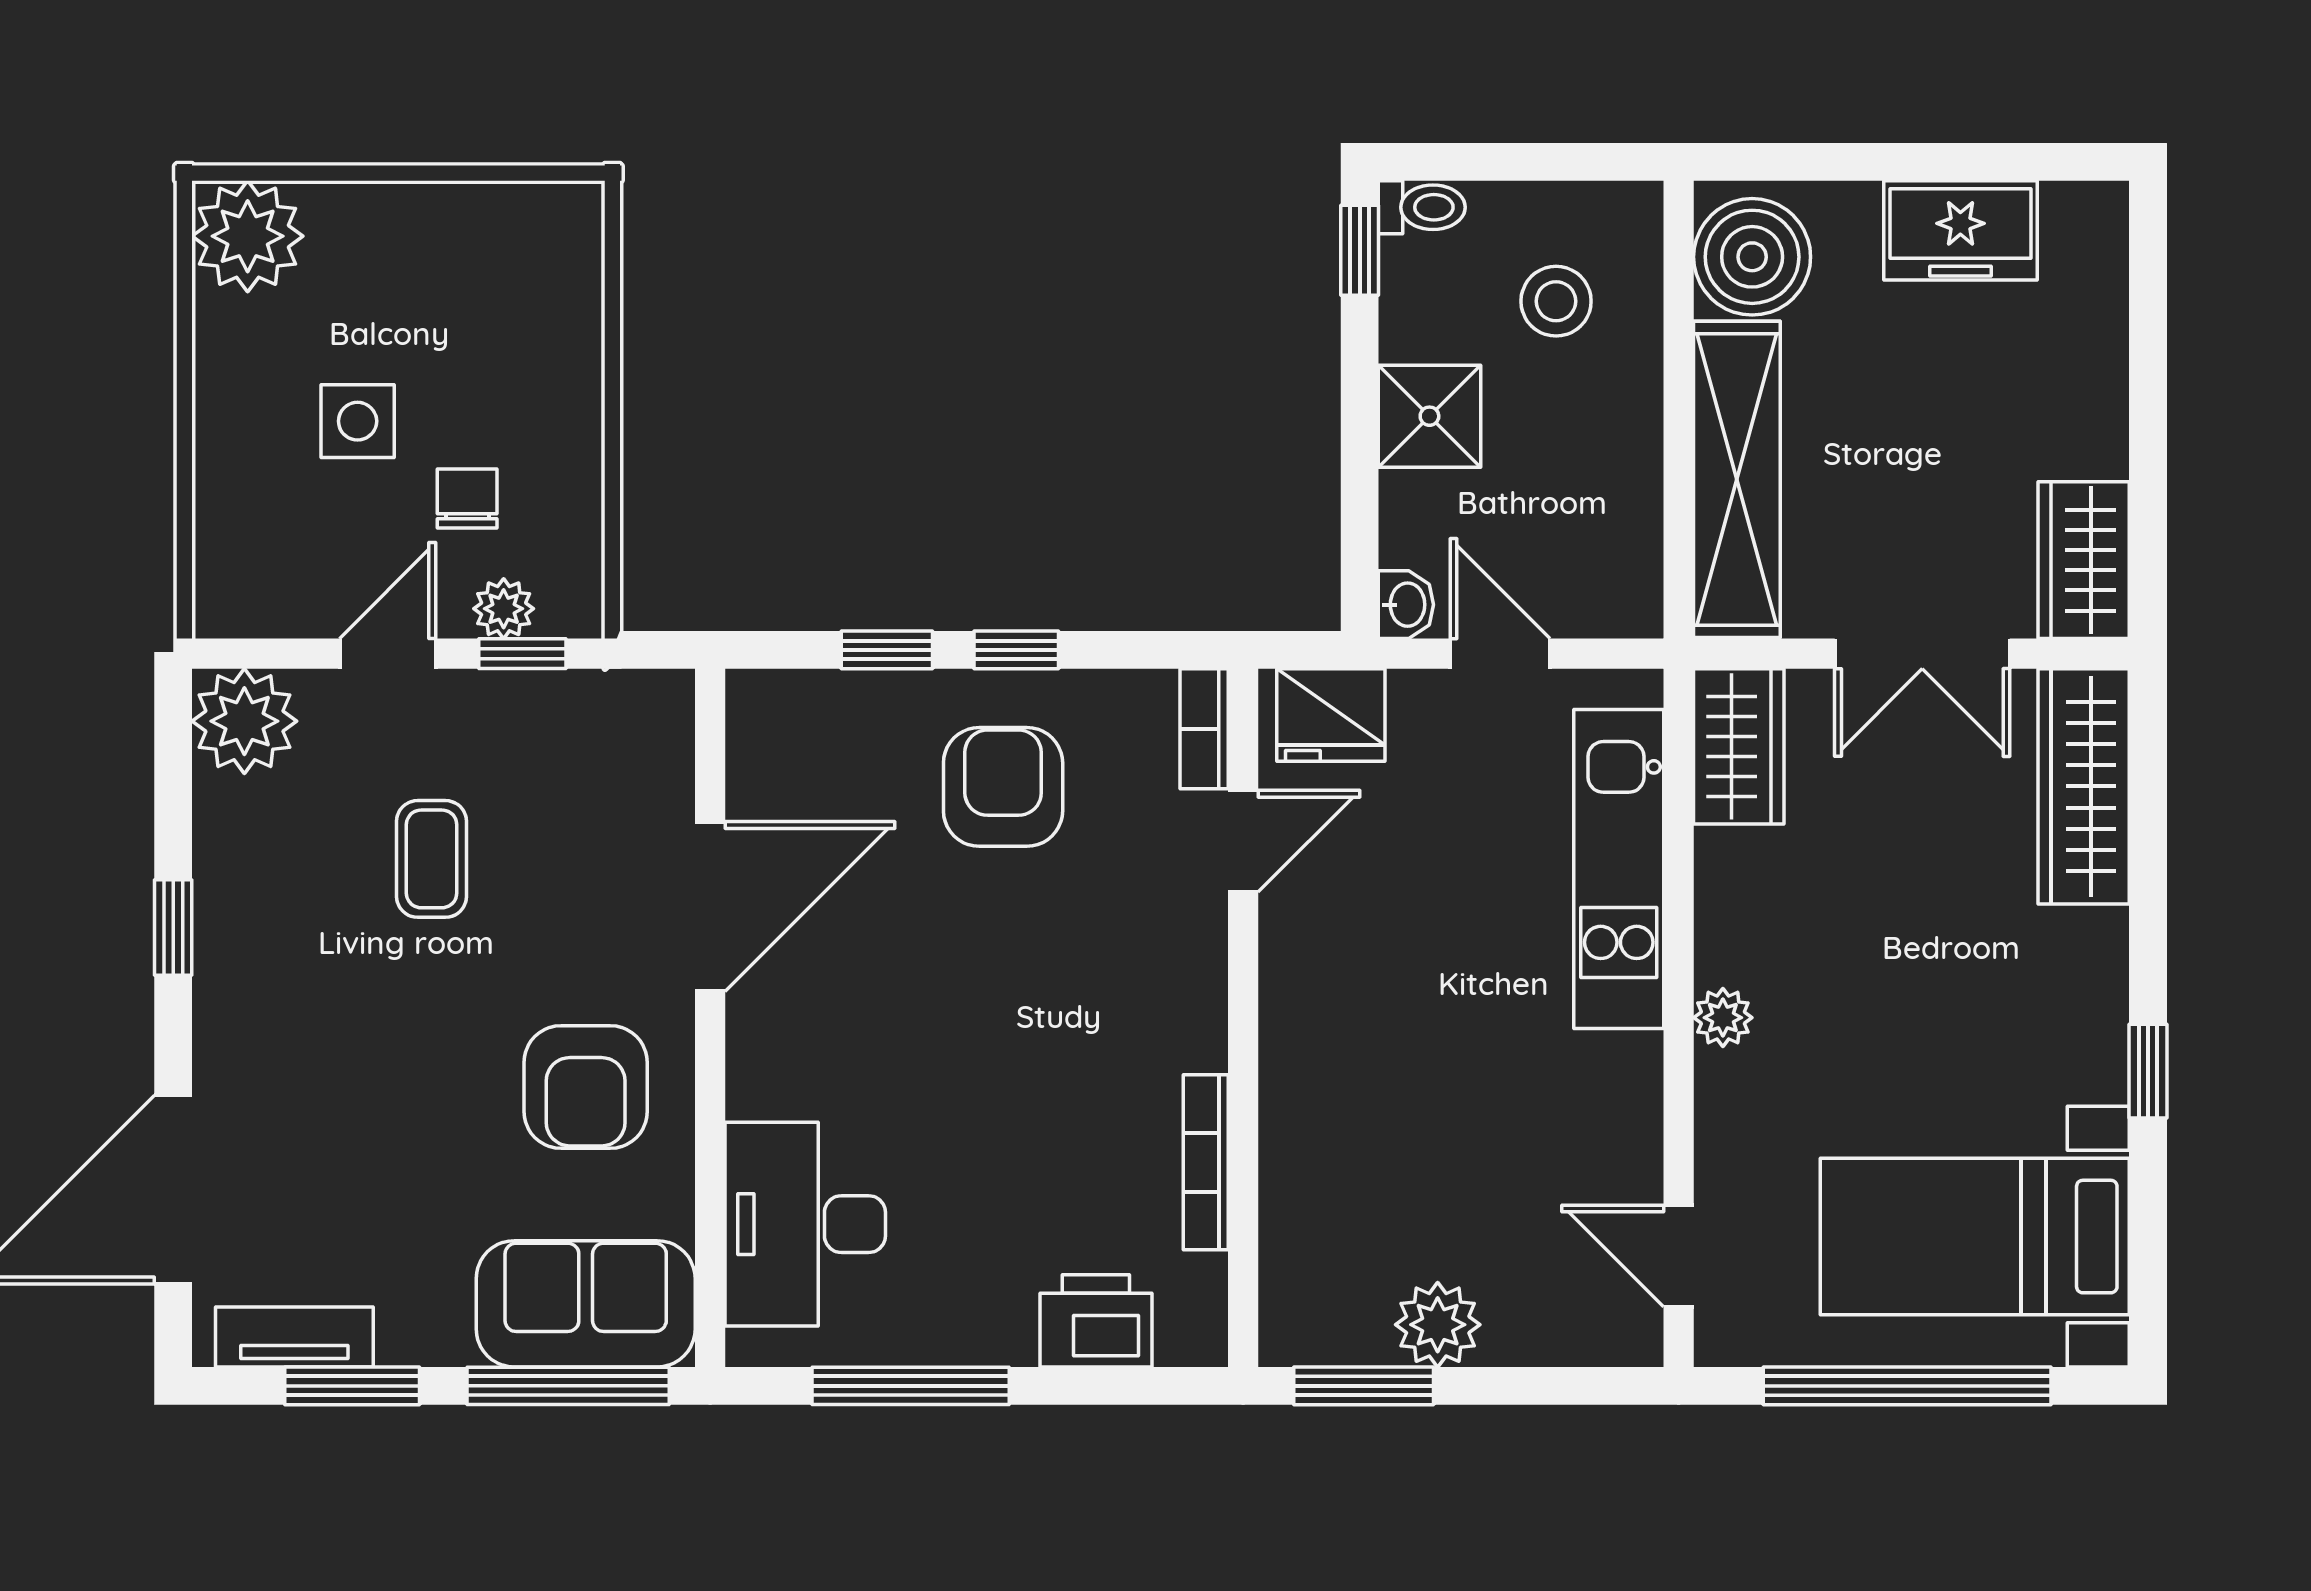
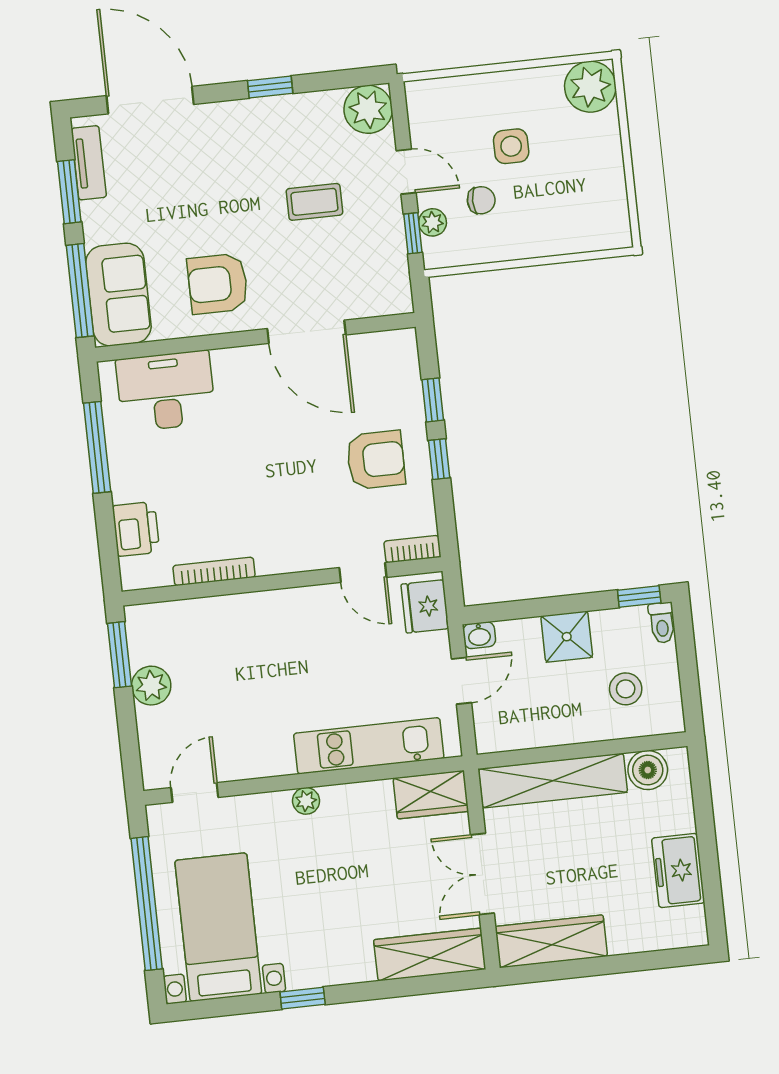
boiler: (1752, 257) -> (648, 770), width x0.73, depth x0.73
wardrobe: (2084, 560) -> (551, 941), width x1.50

